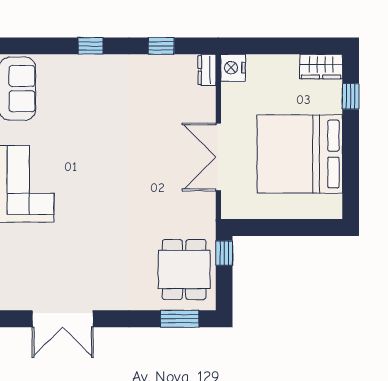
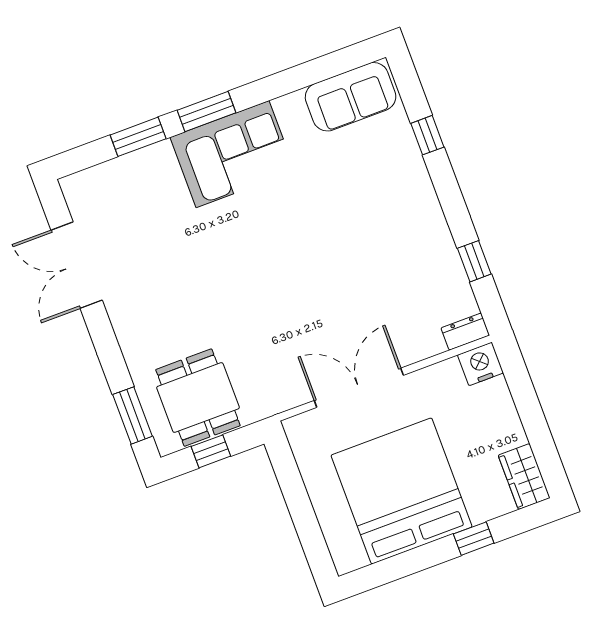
window: (90, 46) -> (427, 135), moved
window: (351, 96) -> (474, 539), moved
window: (224, 253) -> (211, 451), moved
dining table: (184, 269) -> (198, 398), turned 90

